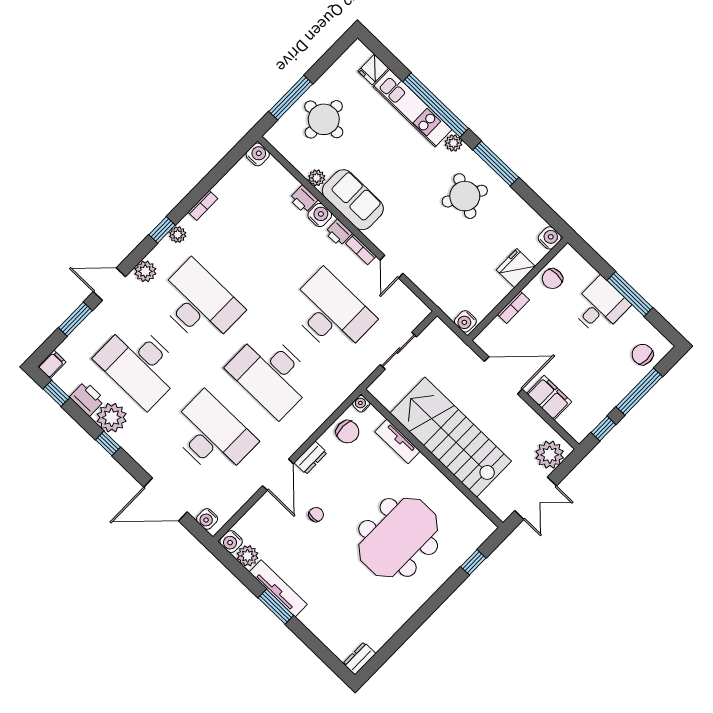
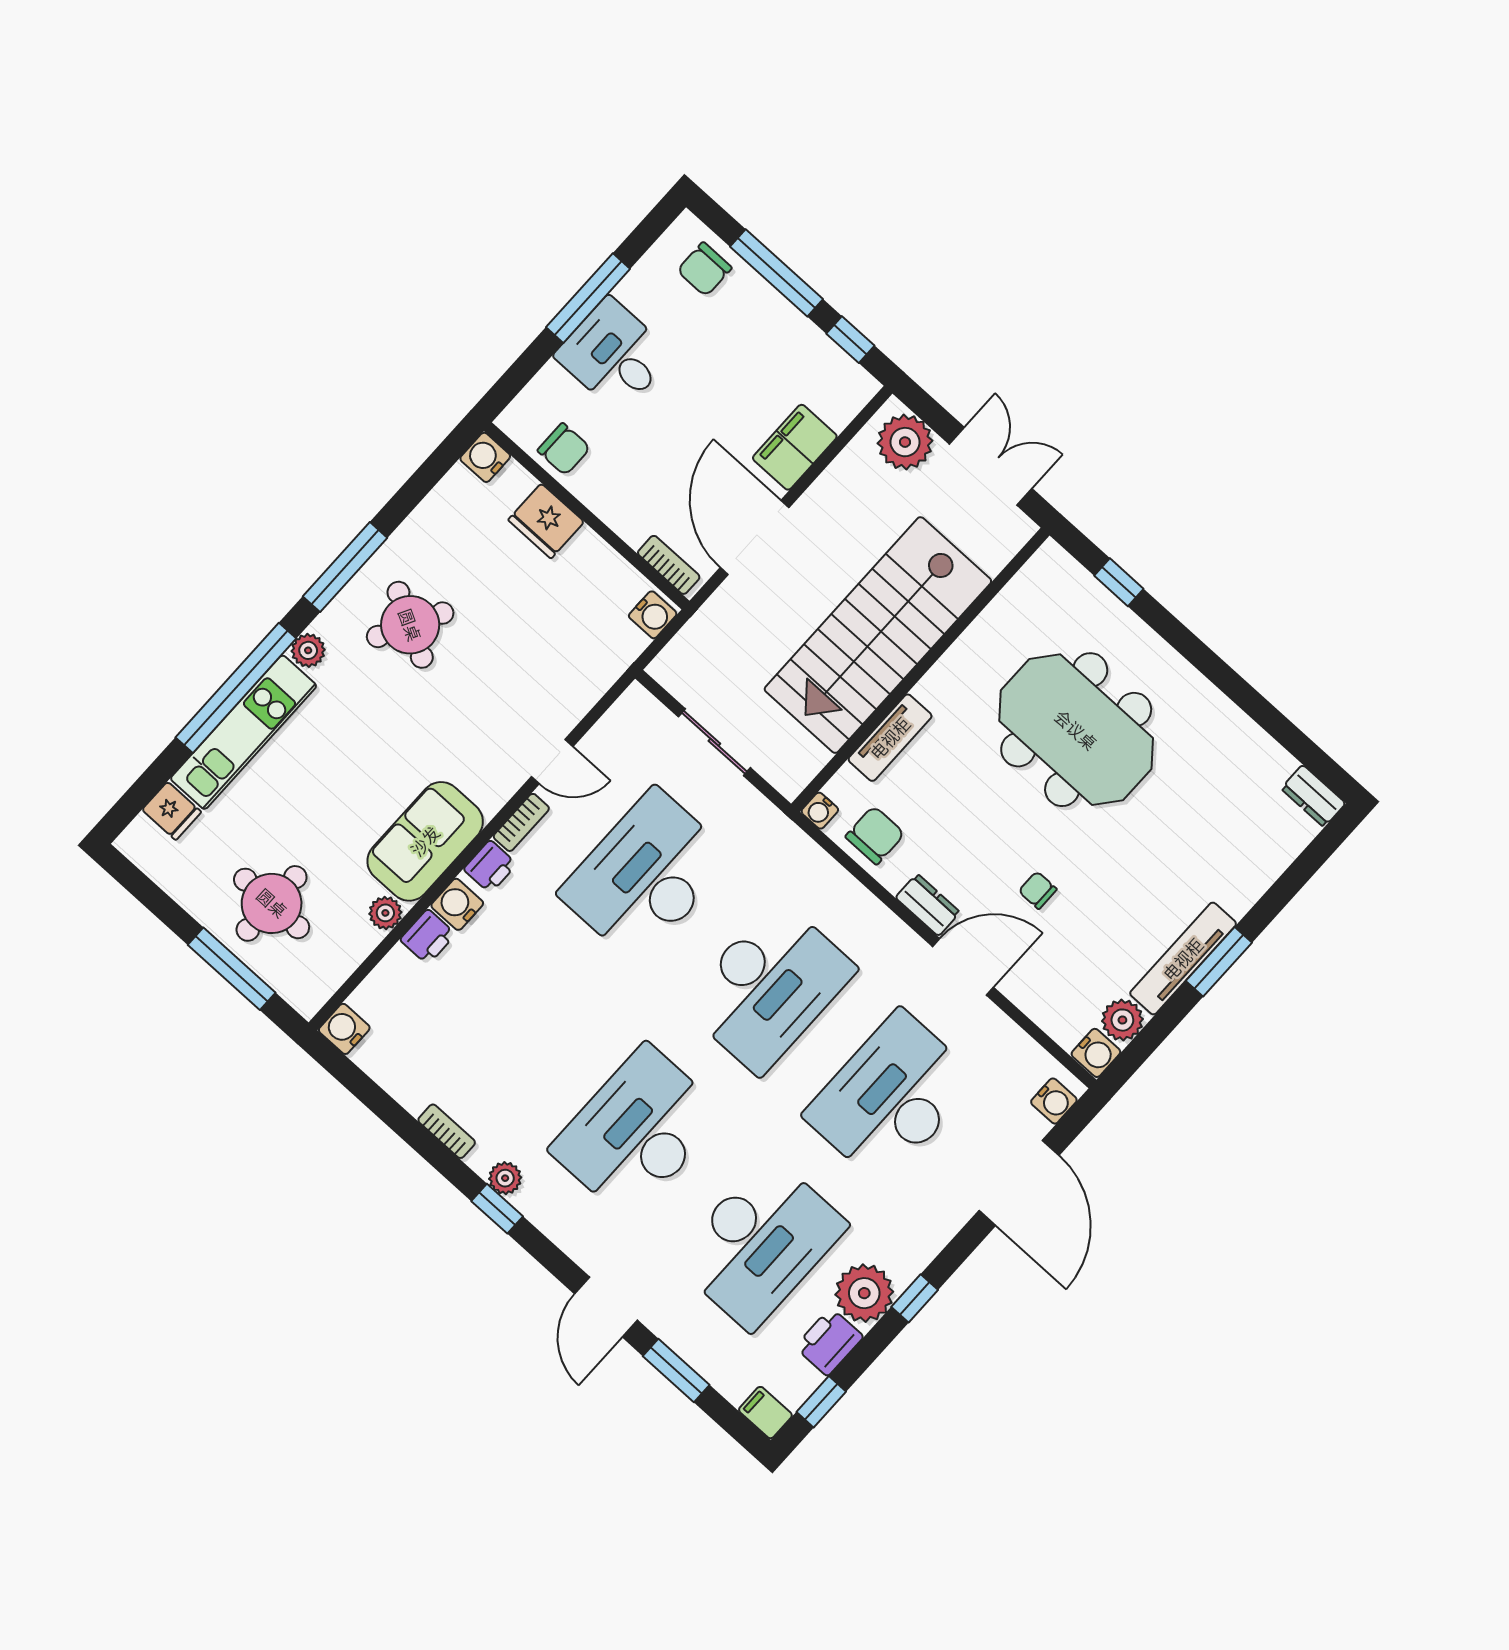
plant: (145, 271) -> (579, 1238), removed
bookcase: (513, 307) -> (669, 565), moved

